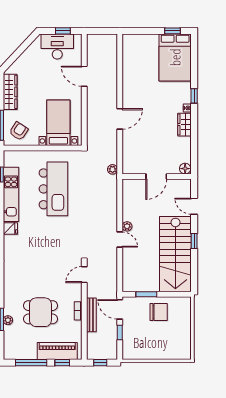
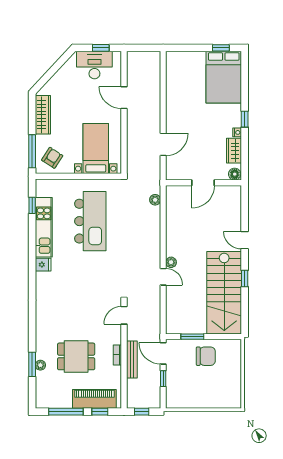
floor lamp: (185, 169) -> (235, 174), moved
door: (156, 176) -> (203, 183), moved
wall: (157, 176) -> (204, 183), moved

